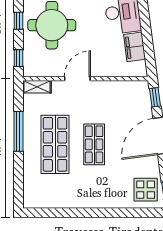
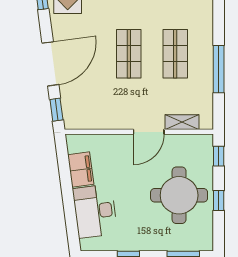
shelving: (37, 87) -> (182, 122), moved
shop shelf: (55, 144) -> (175, 54), width x0.70, depth x0.74

